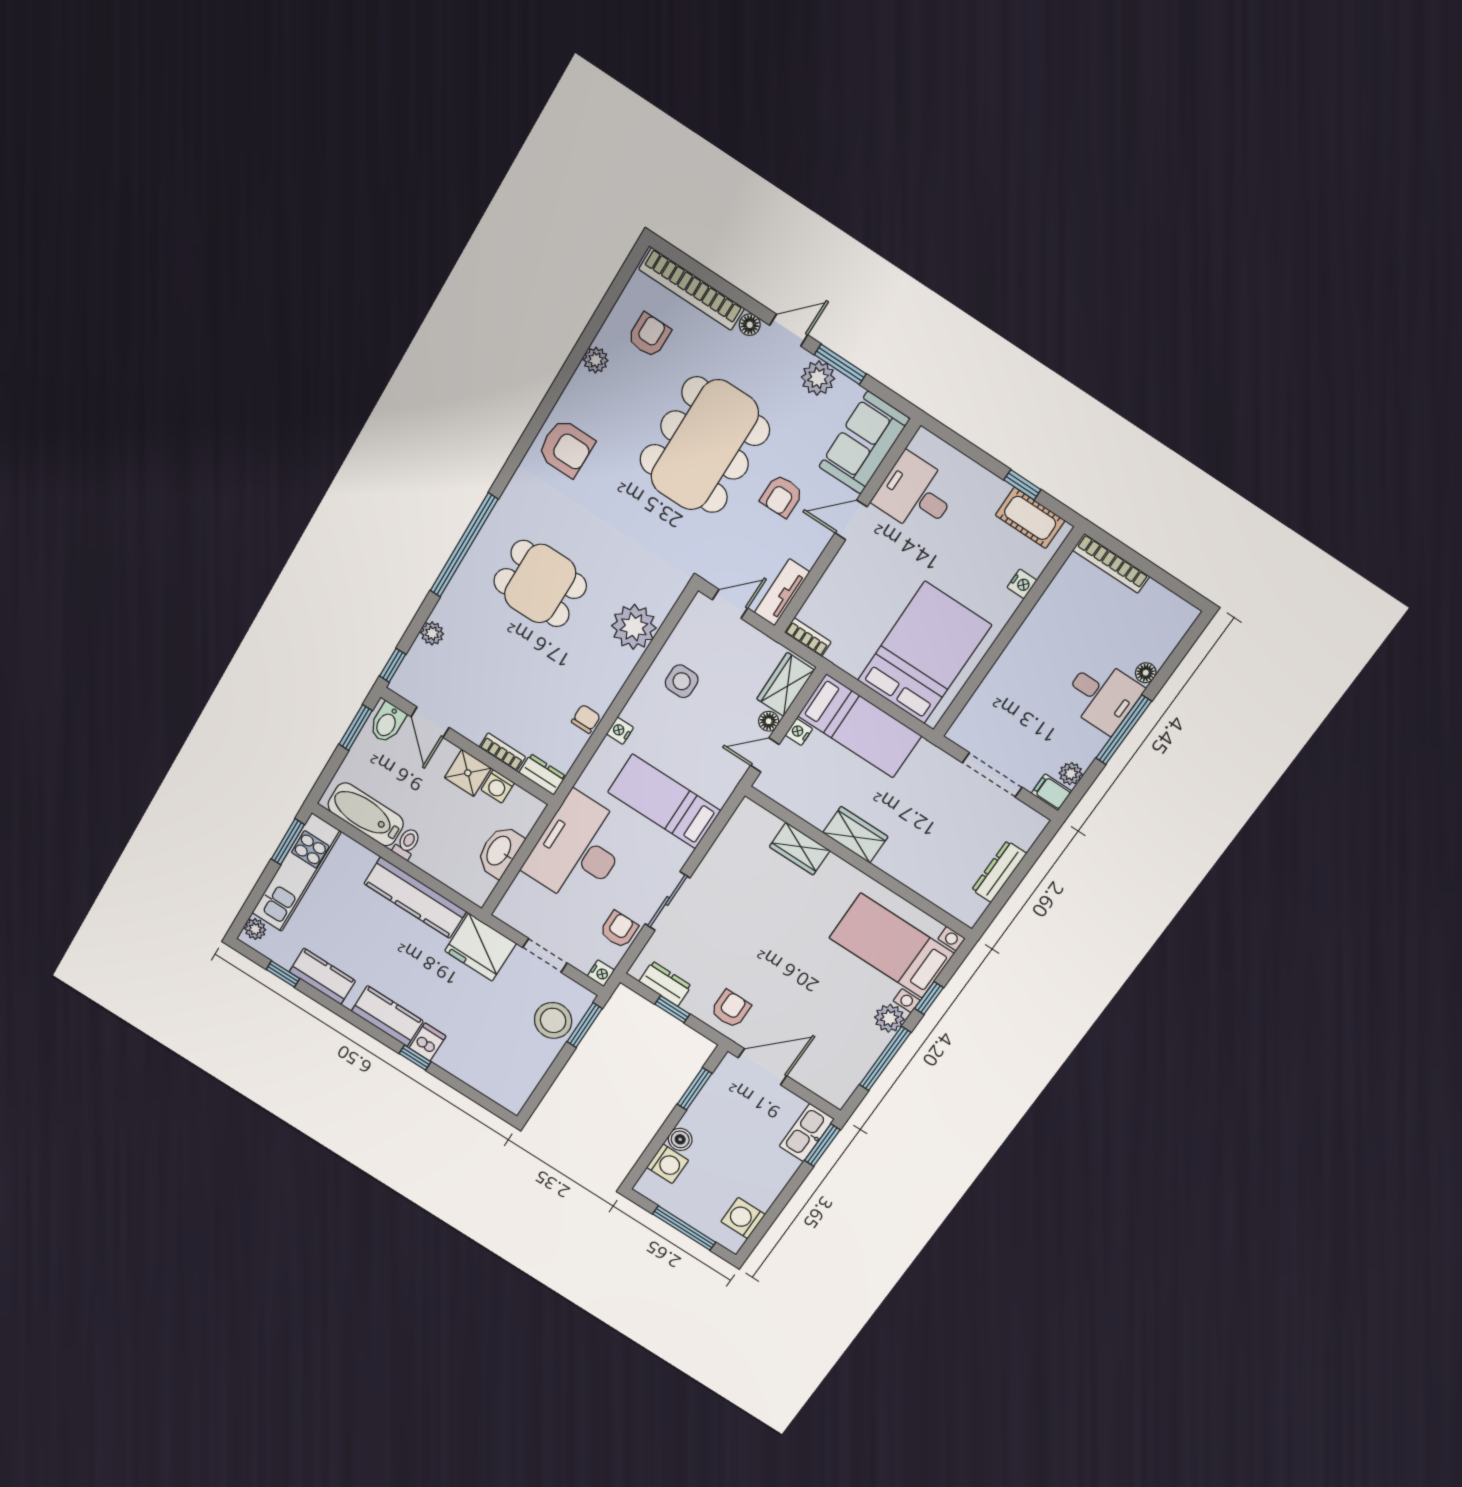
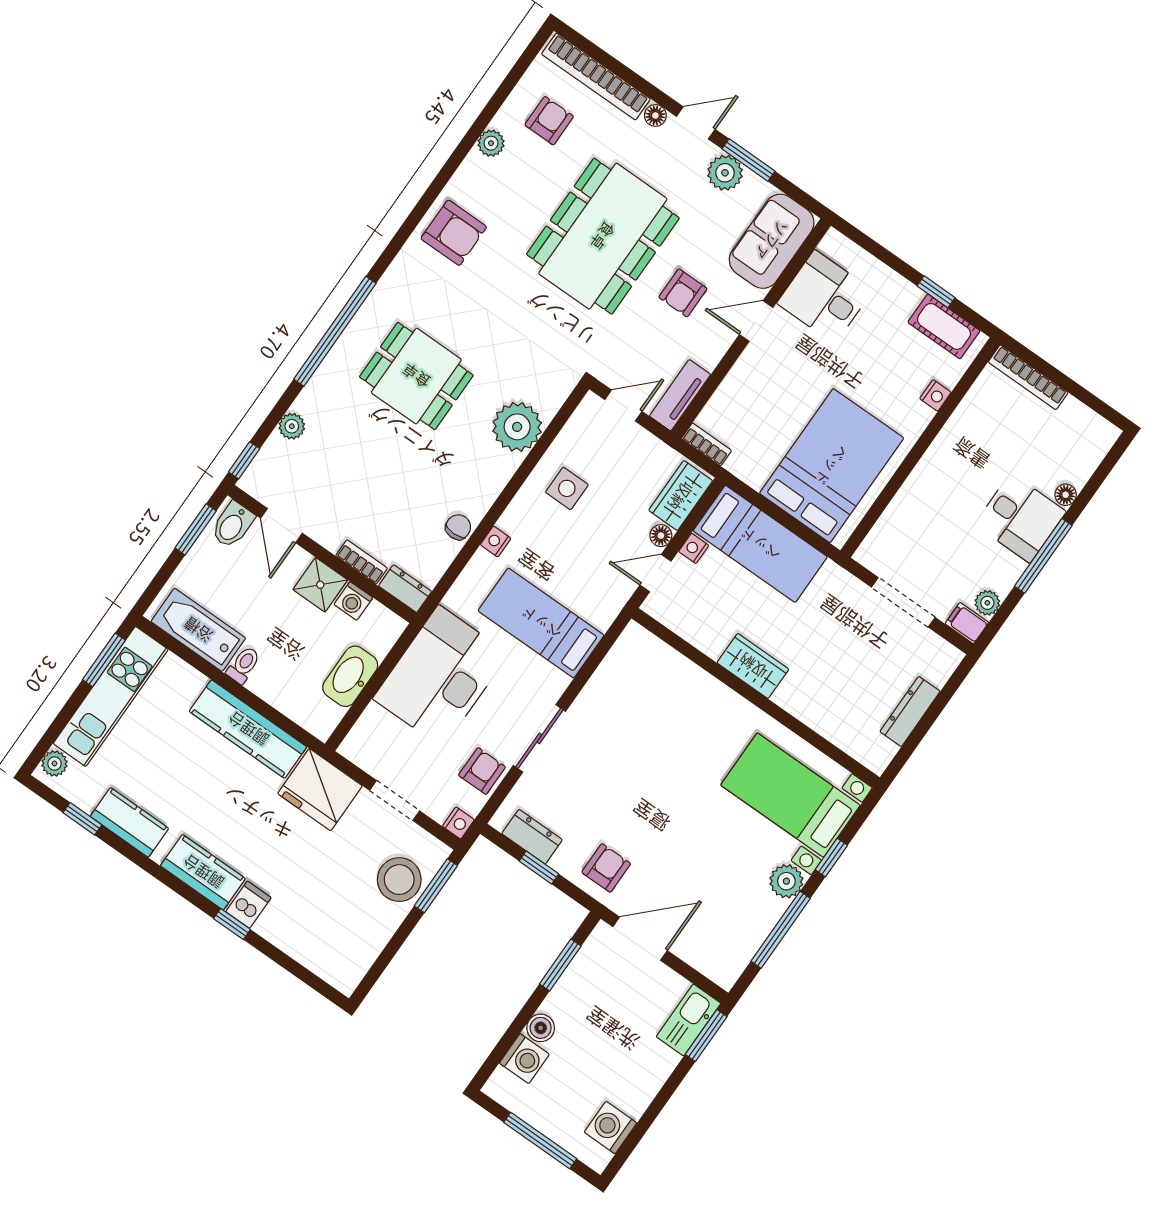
wardrobe: (800, 849) -> (691, 681), removed

